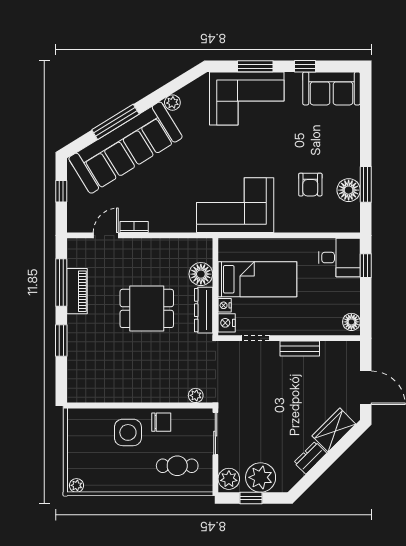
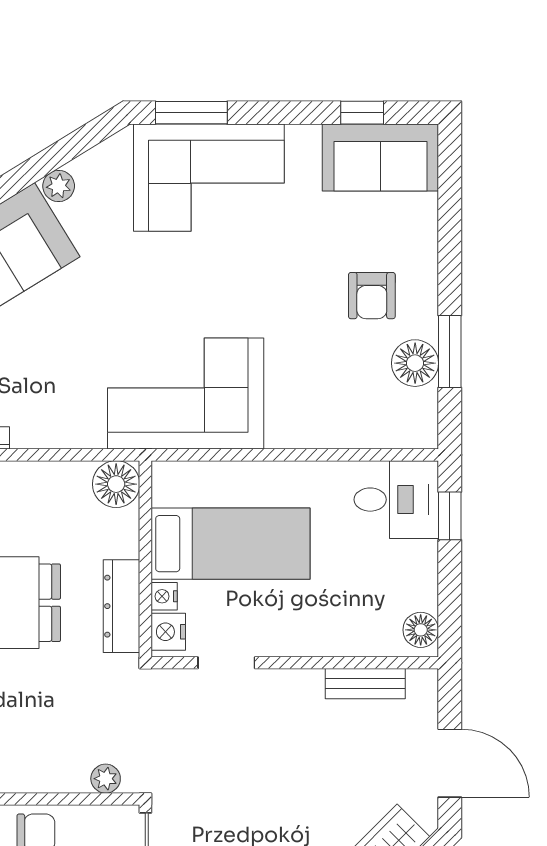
window: (255, 66) -> (191, 113), moved
window: (305, 66) -> (362, 113), moved
armchair: (310, 185) -> (372, 296), moved
floor lamp: (201, 274) -> (116, 484), moved
bench: (300, 349) -> (365, 684), moved

